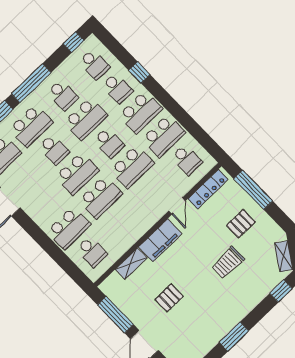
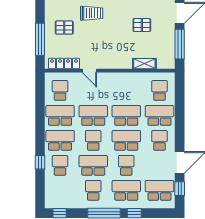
school desk: (94, 64) -> (159, 140), moved
door: (177, 206) -> (89, 71), swing flipped
filing cabinet: (160, 240) -> (117, 61), removed

